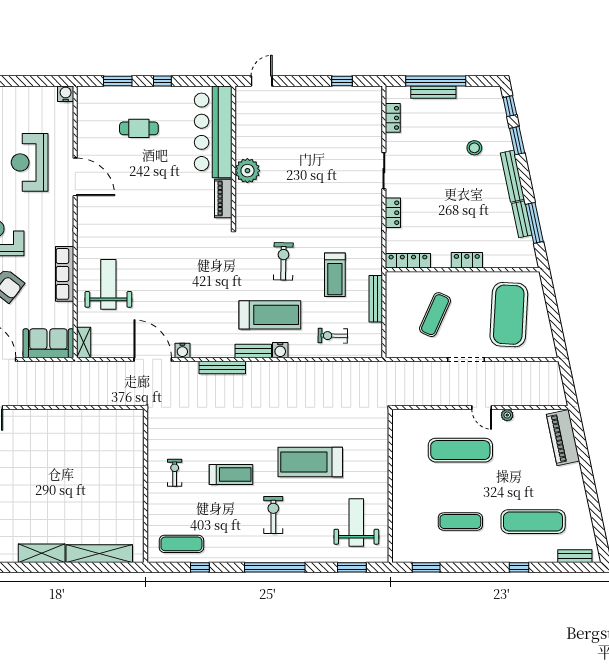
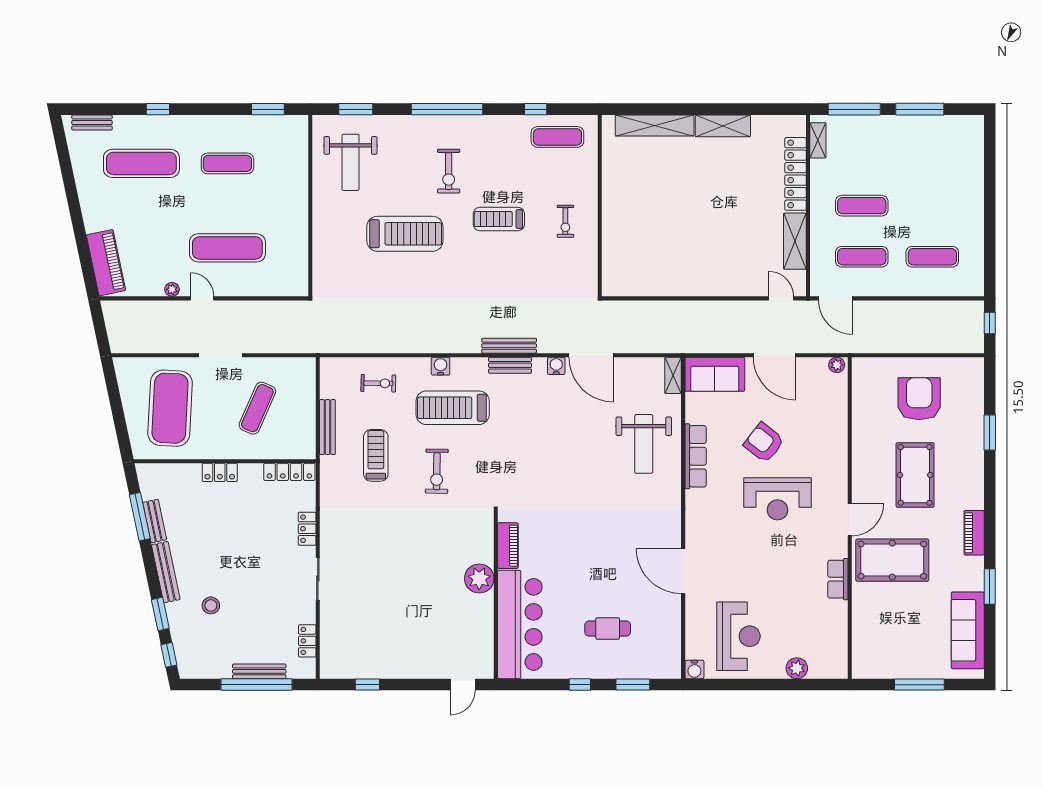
reception desk: (30, 162) -> (738, 636), moved
bench: (253, 351) -> (510, 365), moved

